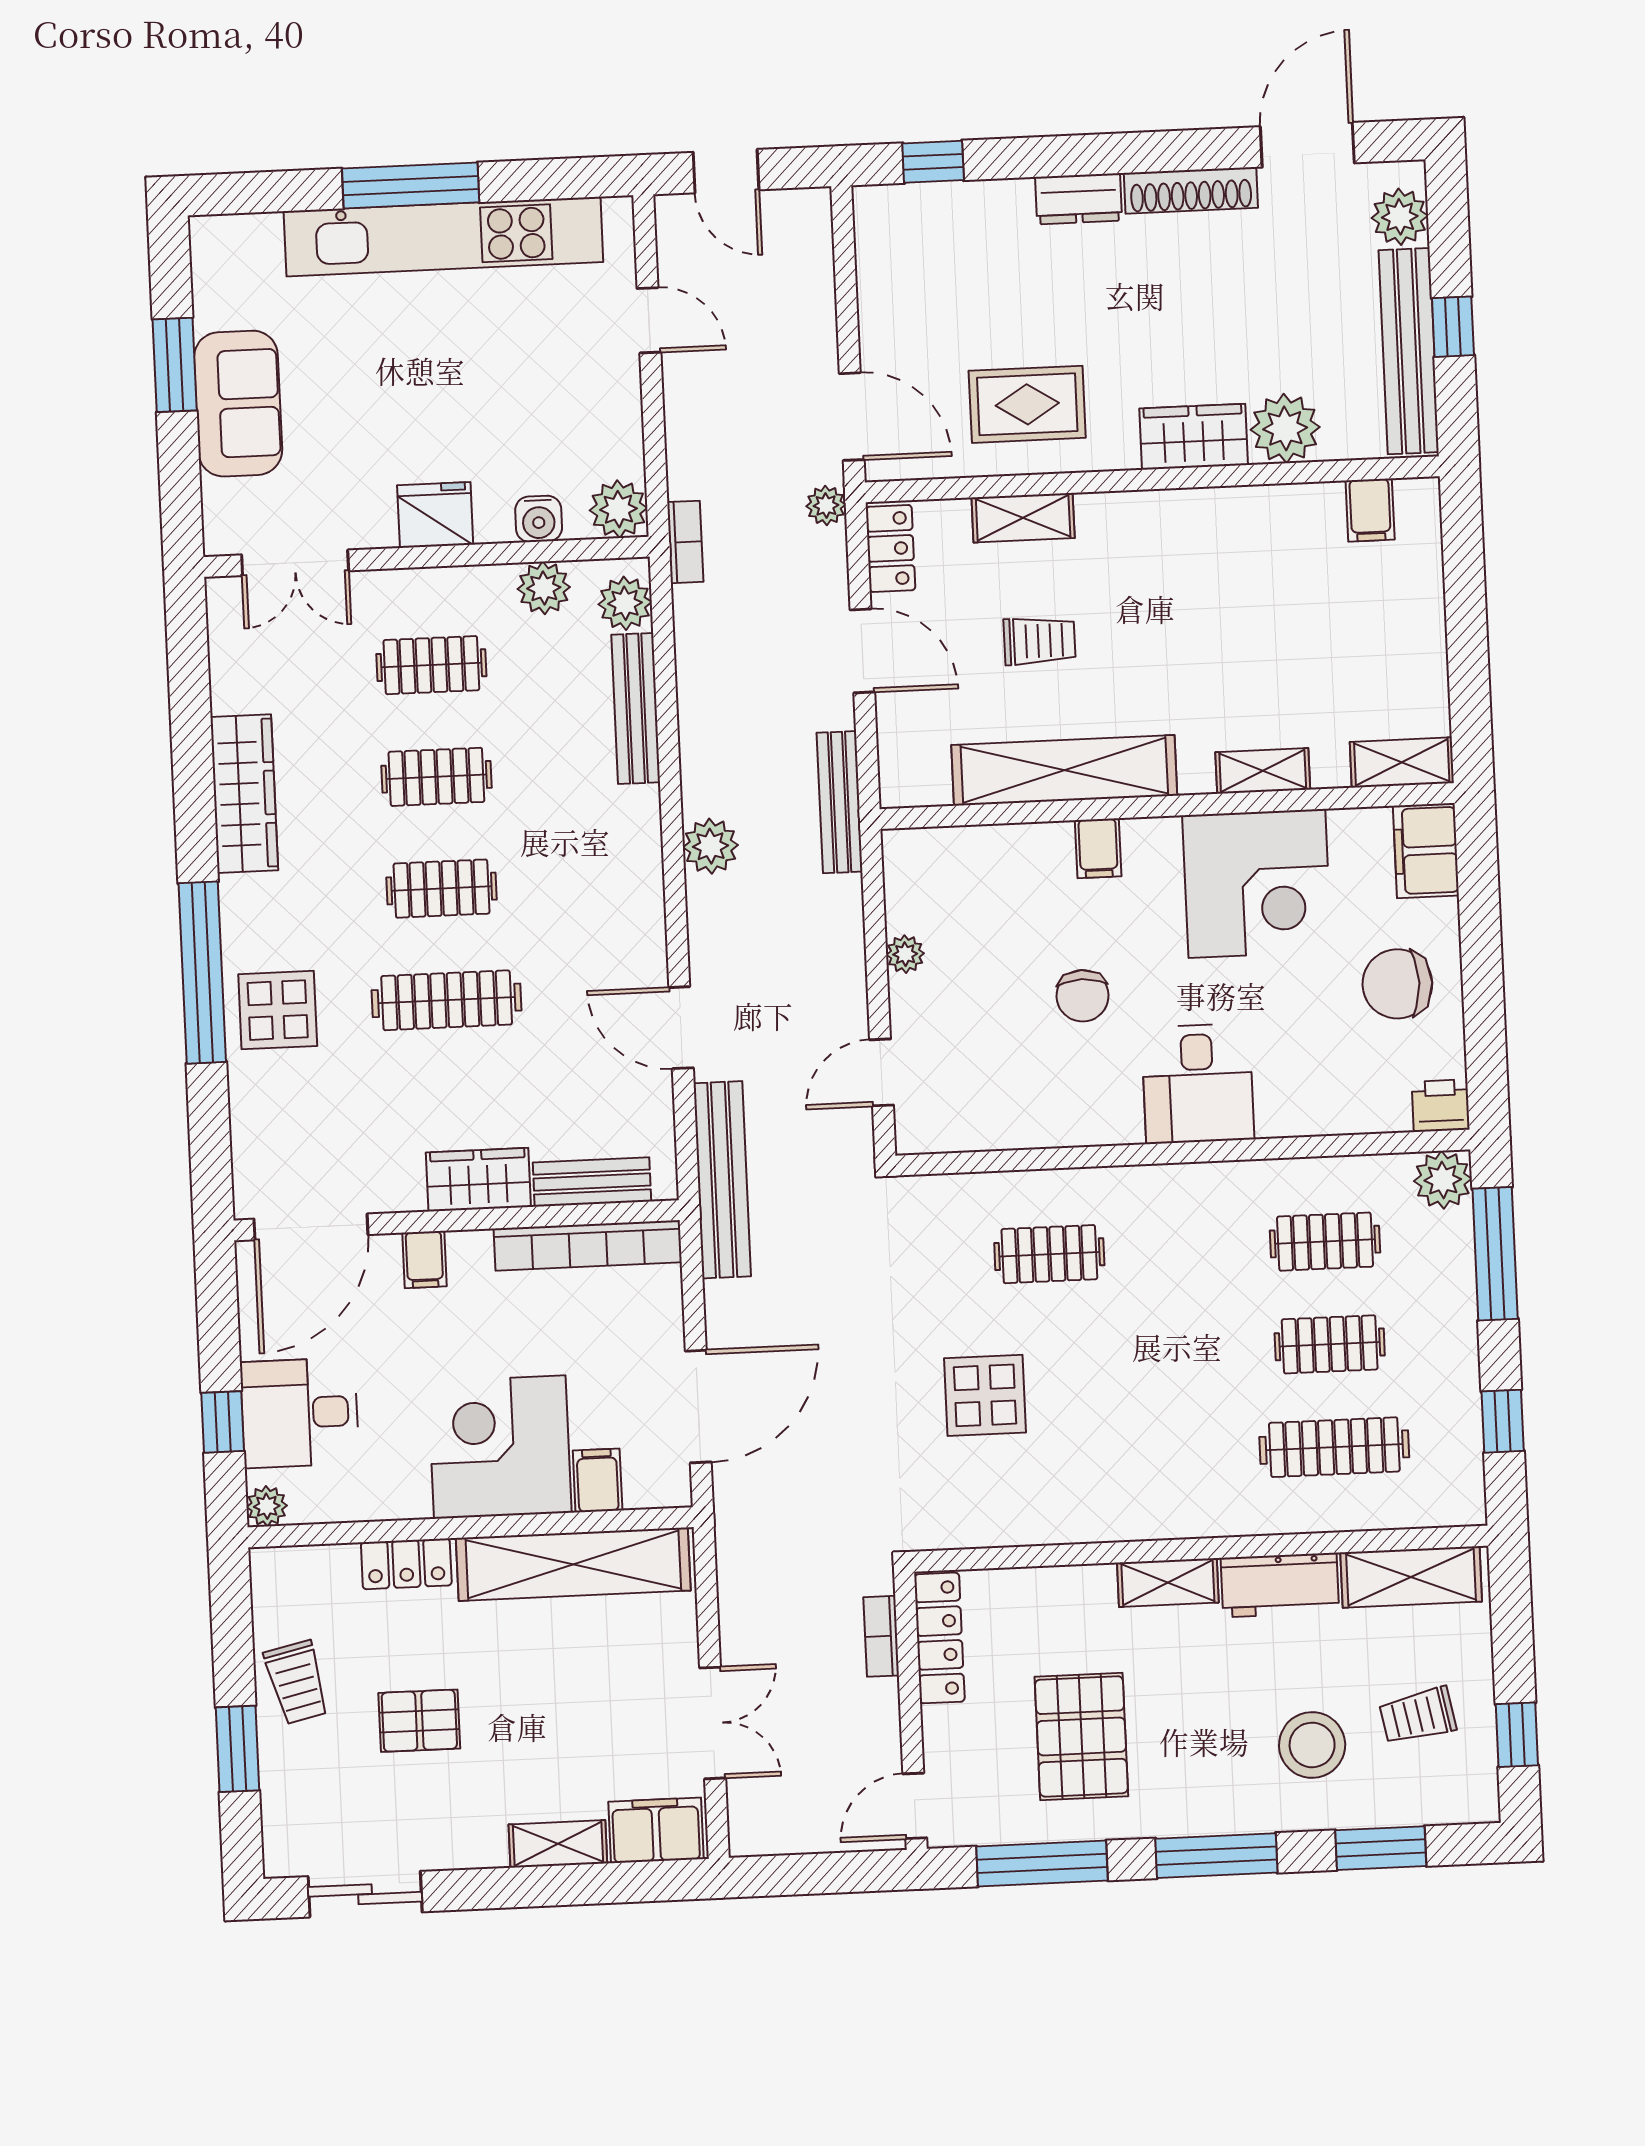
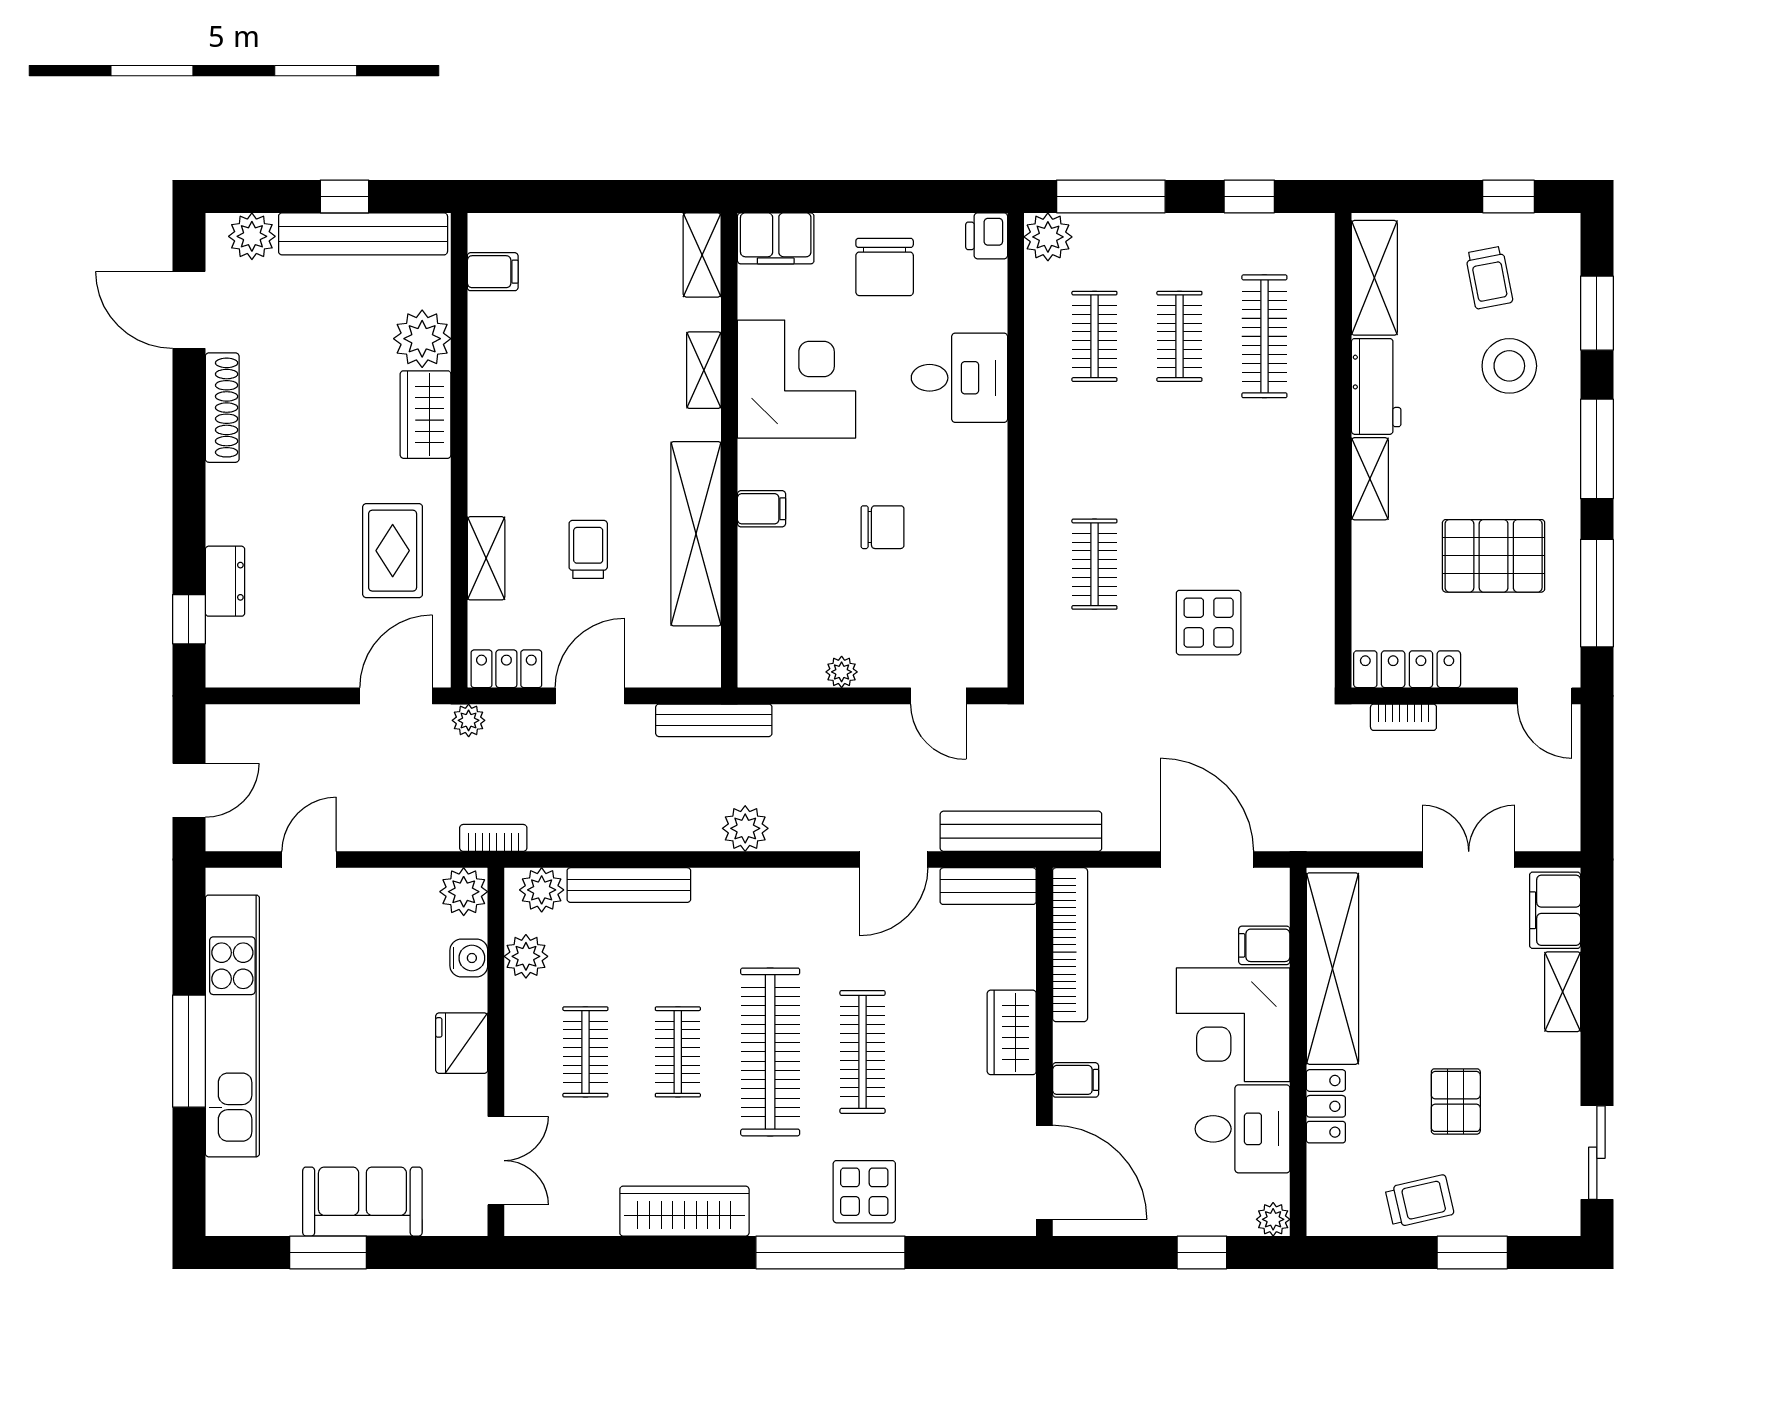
dresser: (1079, 199) -> (225, 581), moved
clothes rail: (442, 889) -> (770, 1052), width x1.86, depth x1.31
desk: (1198, 1084) -> (959, 378), moved
bench: (592, 1182) -> (988, 886), moved, turned 90
desk: (300, 1413) -> (1243, 1129), moved, turned -90

